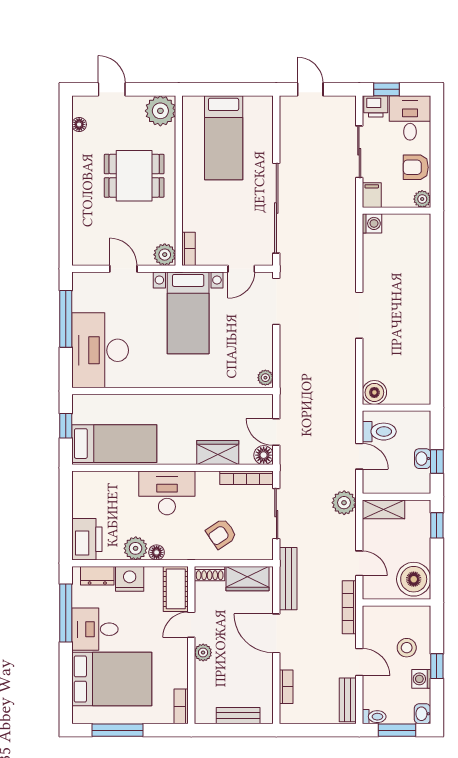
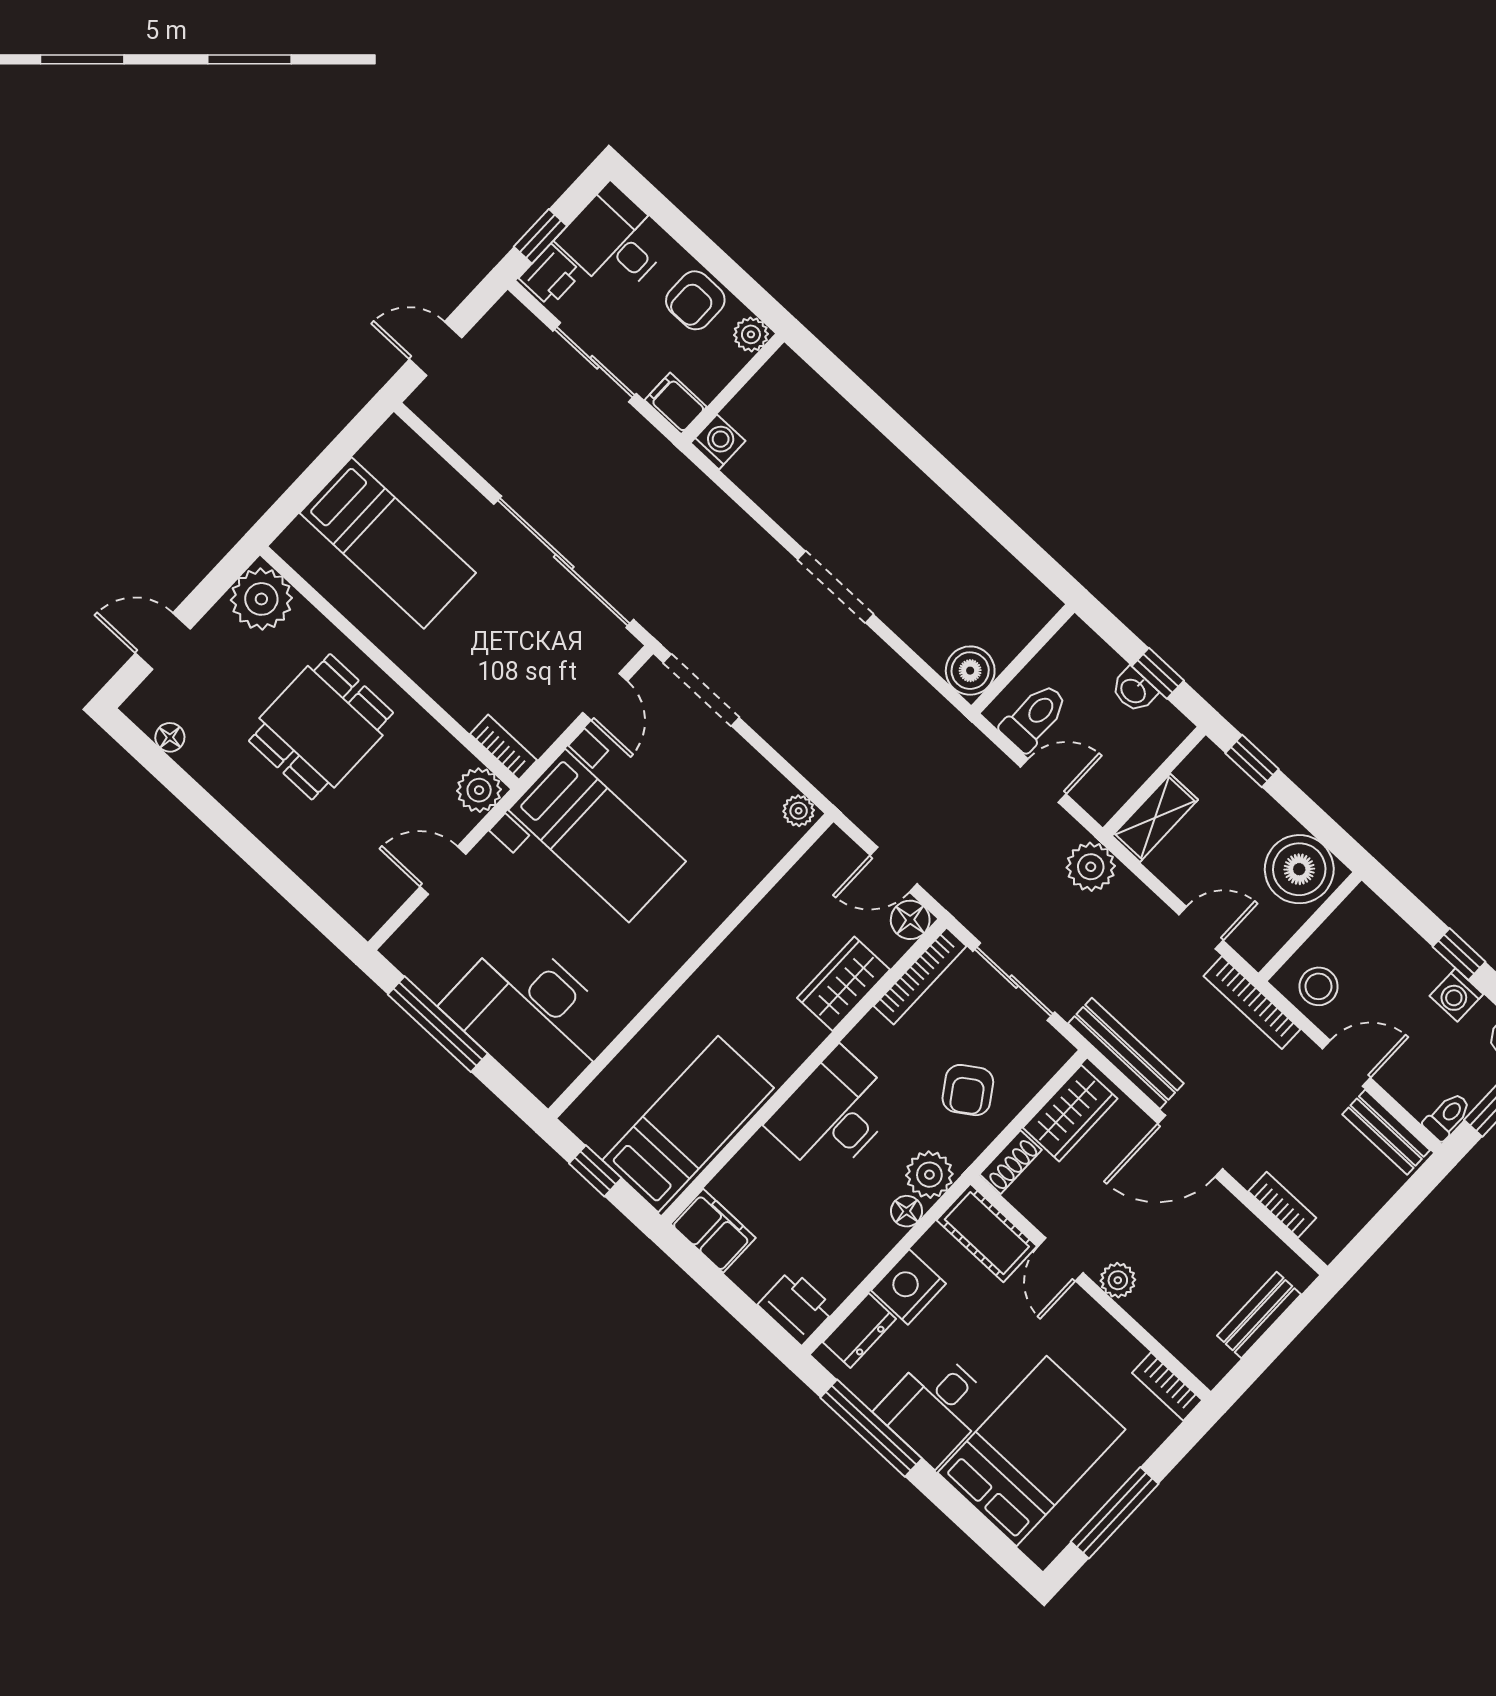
filing cabinet: (84, 489) -> (713, 1231), added
printer: (87, 539) -> (797, 1307), width x0.73, depth x0.84
plant: (136, 548) -> (929, 1175), moved
stool: (407, 648) -> (1319, 986), moved

